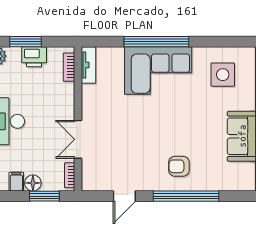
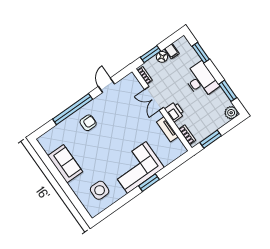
window: (25, 42) -> (211, 139), moved
window: (156, 42) -> (149, 183), width x0.47
printer: (34, 57) -> (175, 112), moved, turned 90
tv unit: (88, 65) -> (167, 129), moved
double door: (78, 139) -> (154, 98), swing flipped

